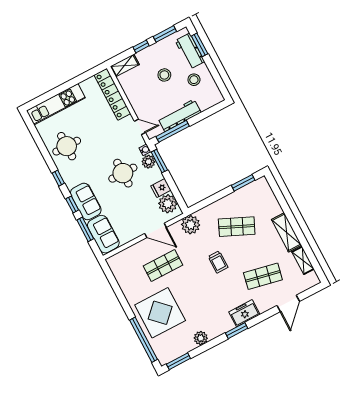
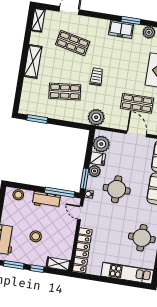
stool: (194, 80) -> (18, 195), moved
workbench: (179, 115) -> (46, 200), width x0.73
plant: (148, 162) -> (95, 171), moved
shop shelf: (237, 227) -> (65, 92), turned -30
door: (155, 230) -> (137, 134), moved
shelving: (303, 260) -> (38, 20), moved
freezer: (244, 313) -> (121, 29), moved
window: (237, 331) -> (131, 20), moved

